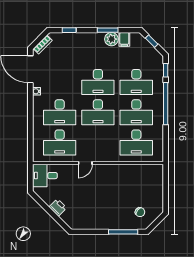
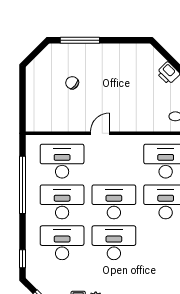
window: (166, 104) -> (22, 185), moved
door: (85, 163) -> (100, 133), moved
chair: (140, 212) -> (72, 83), moved

